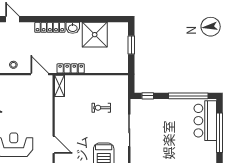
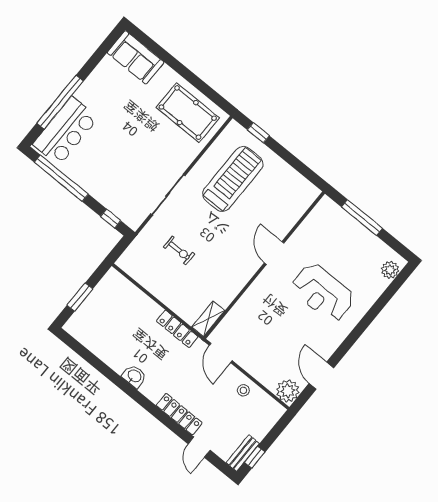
locker: (50, 27) -> (179, 414), moved
shower: (95, 35) -> (114, 346), removed

